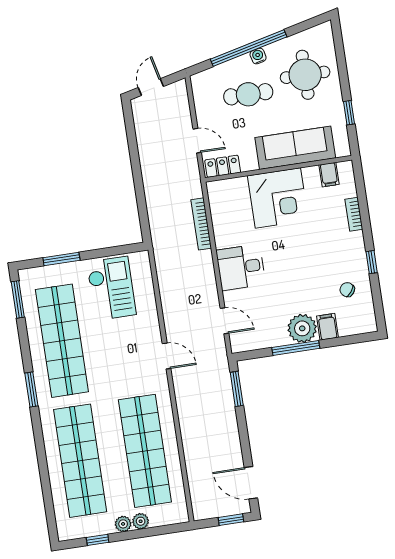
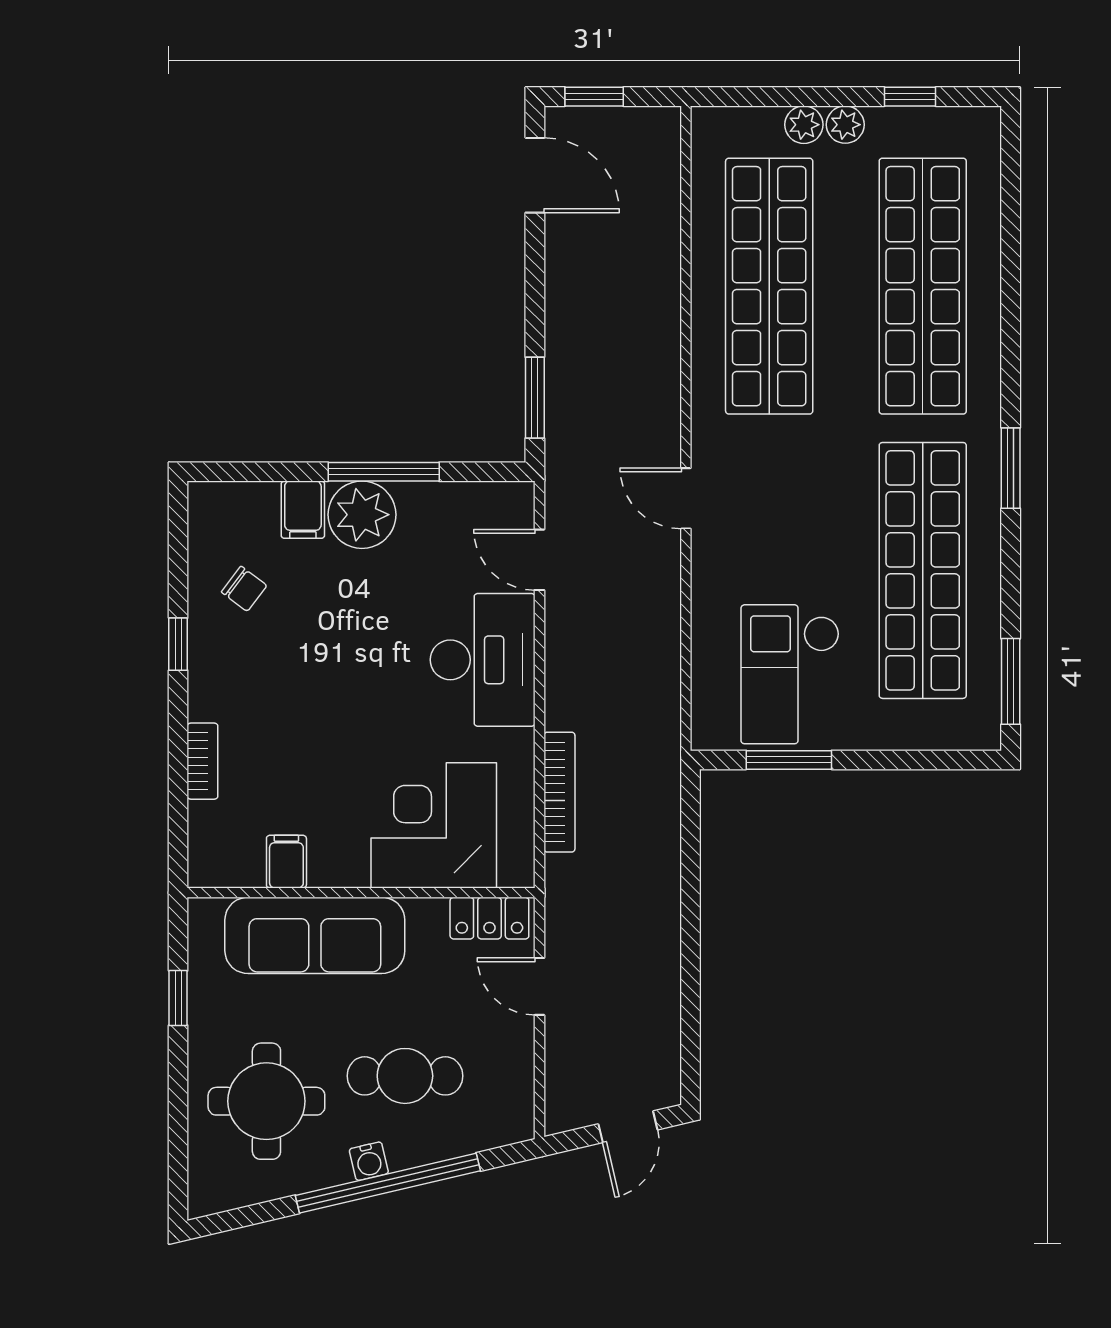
filing cabinet: (329, 175) -> (286, 862), moved
corner desk: (278, 198) -> (434, 825), moved
window: (61, 259) -> (789, 760), moved
desk: (241, 267) -> (483, 660), width x1.37

